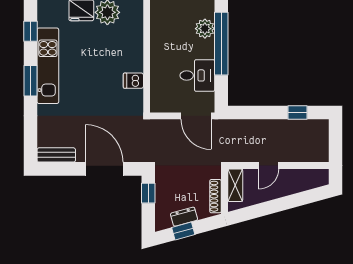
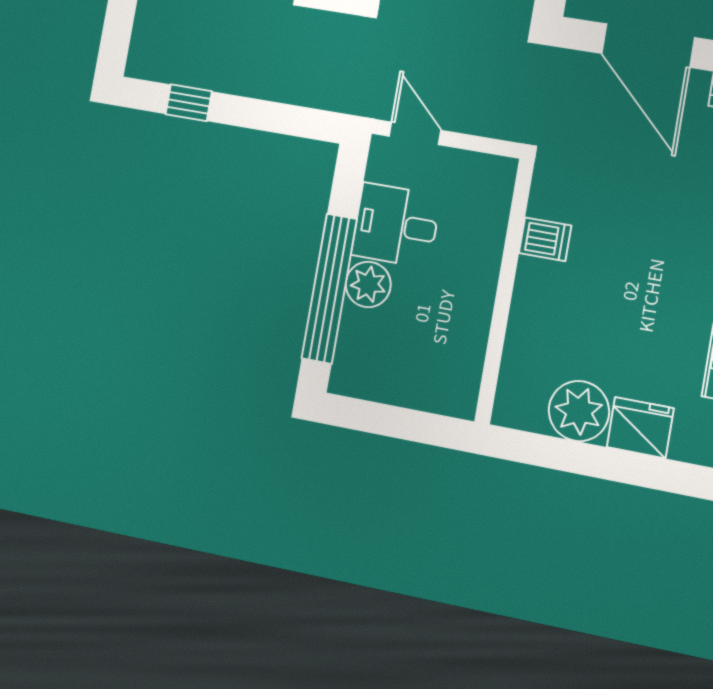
plant: (205, 29) -> (368, 284), moved
door: (196, 116) -> (415, 133), width x0.73

